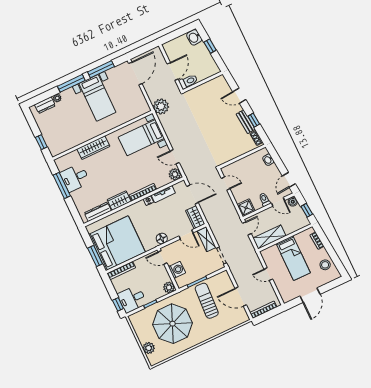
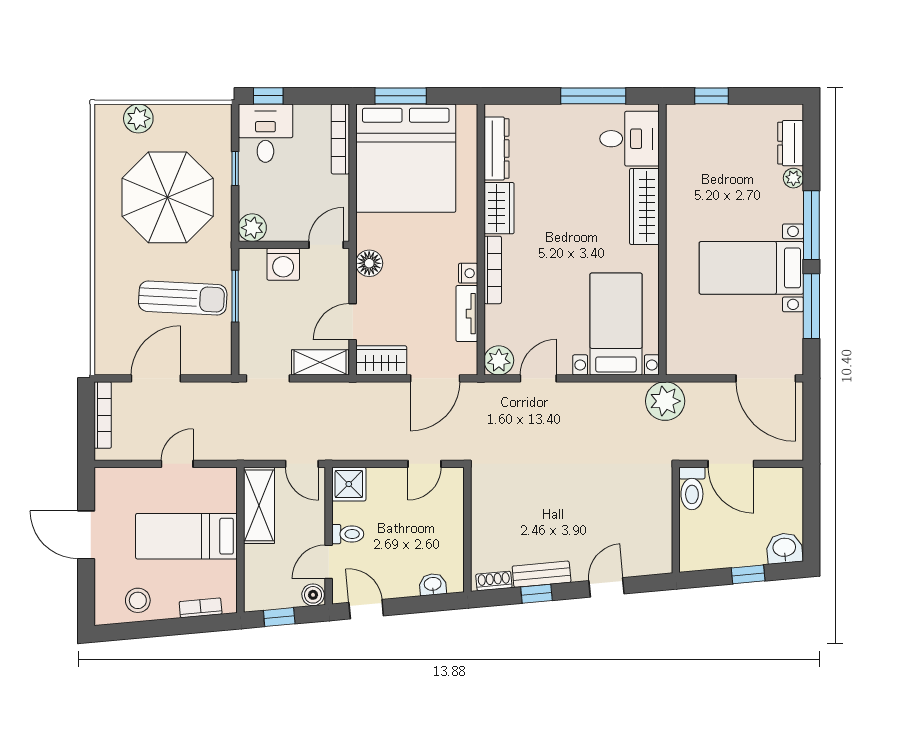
desk: (75, 178) -> (630, 139), moved, turned 90

